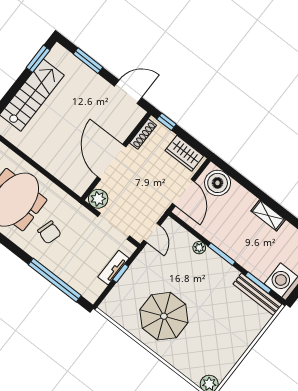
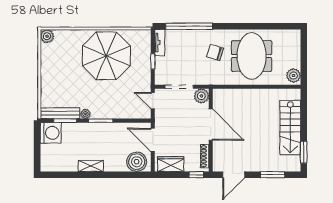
plant: (199, 248) -> (86, 114), moved
tv unit: (113, 268) -> (160, 43), moved
parasol: (164, 316) -> (106, 56), width x1.36, depth x1.36

